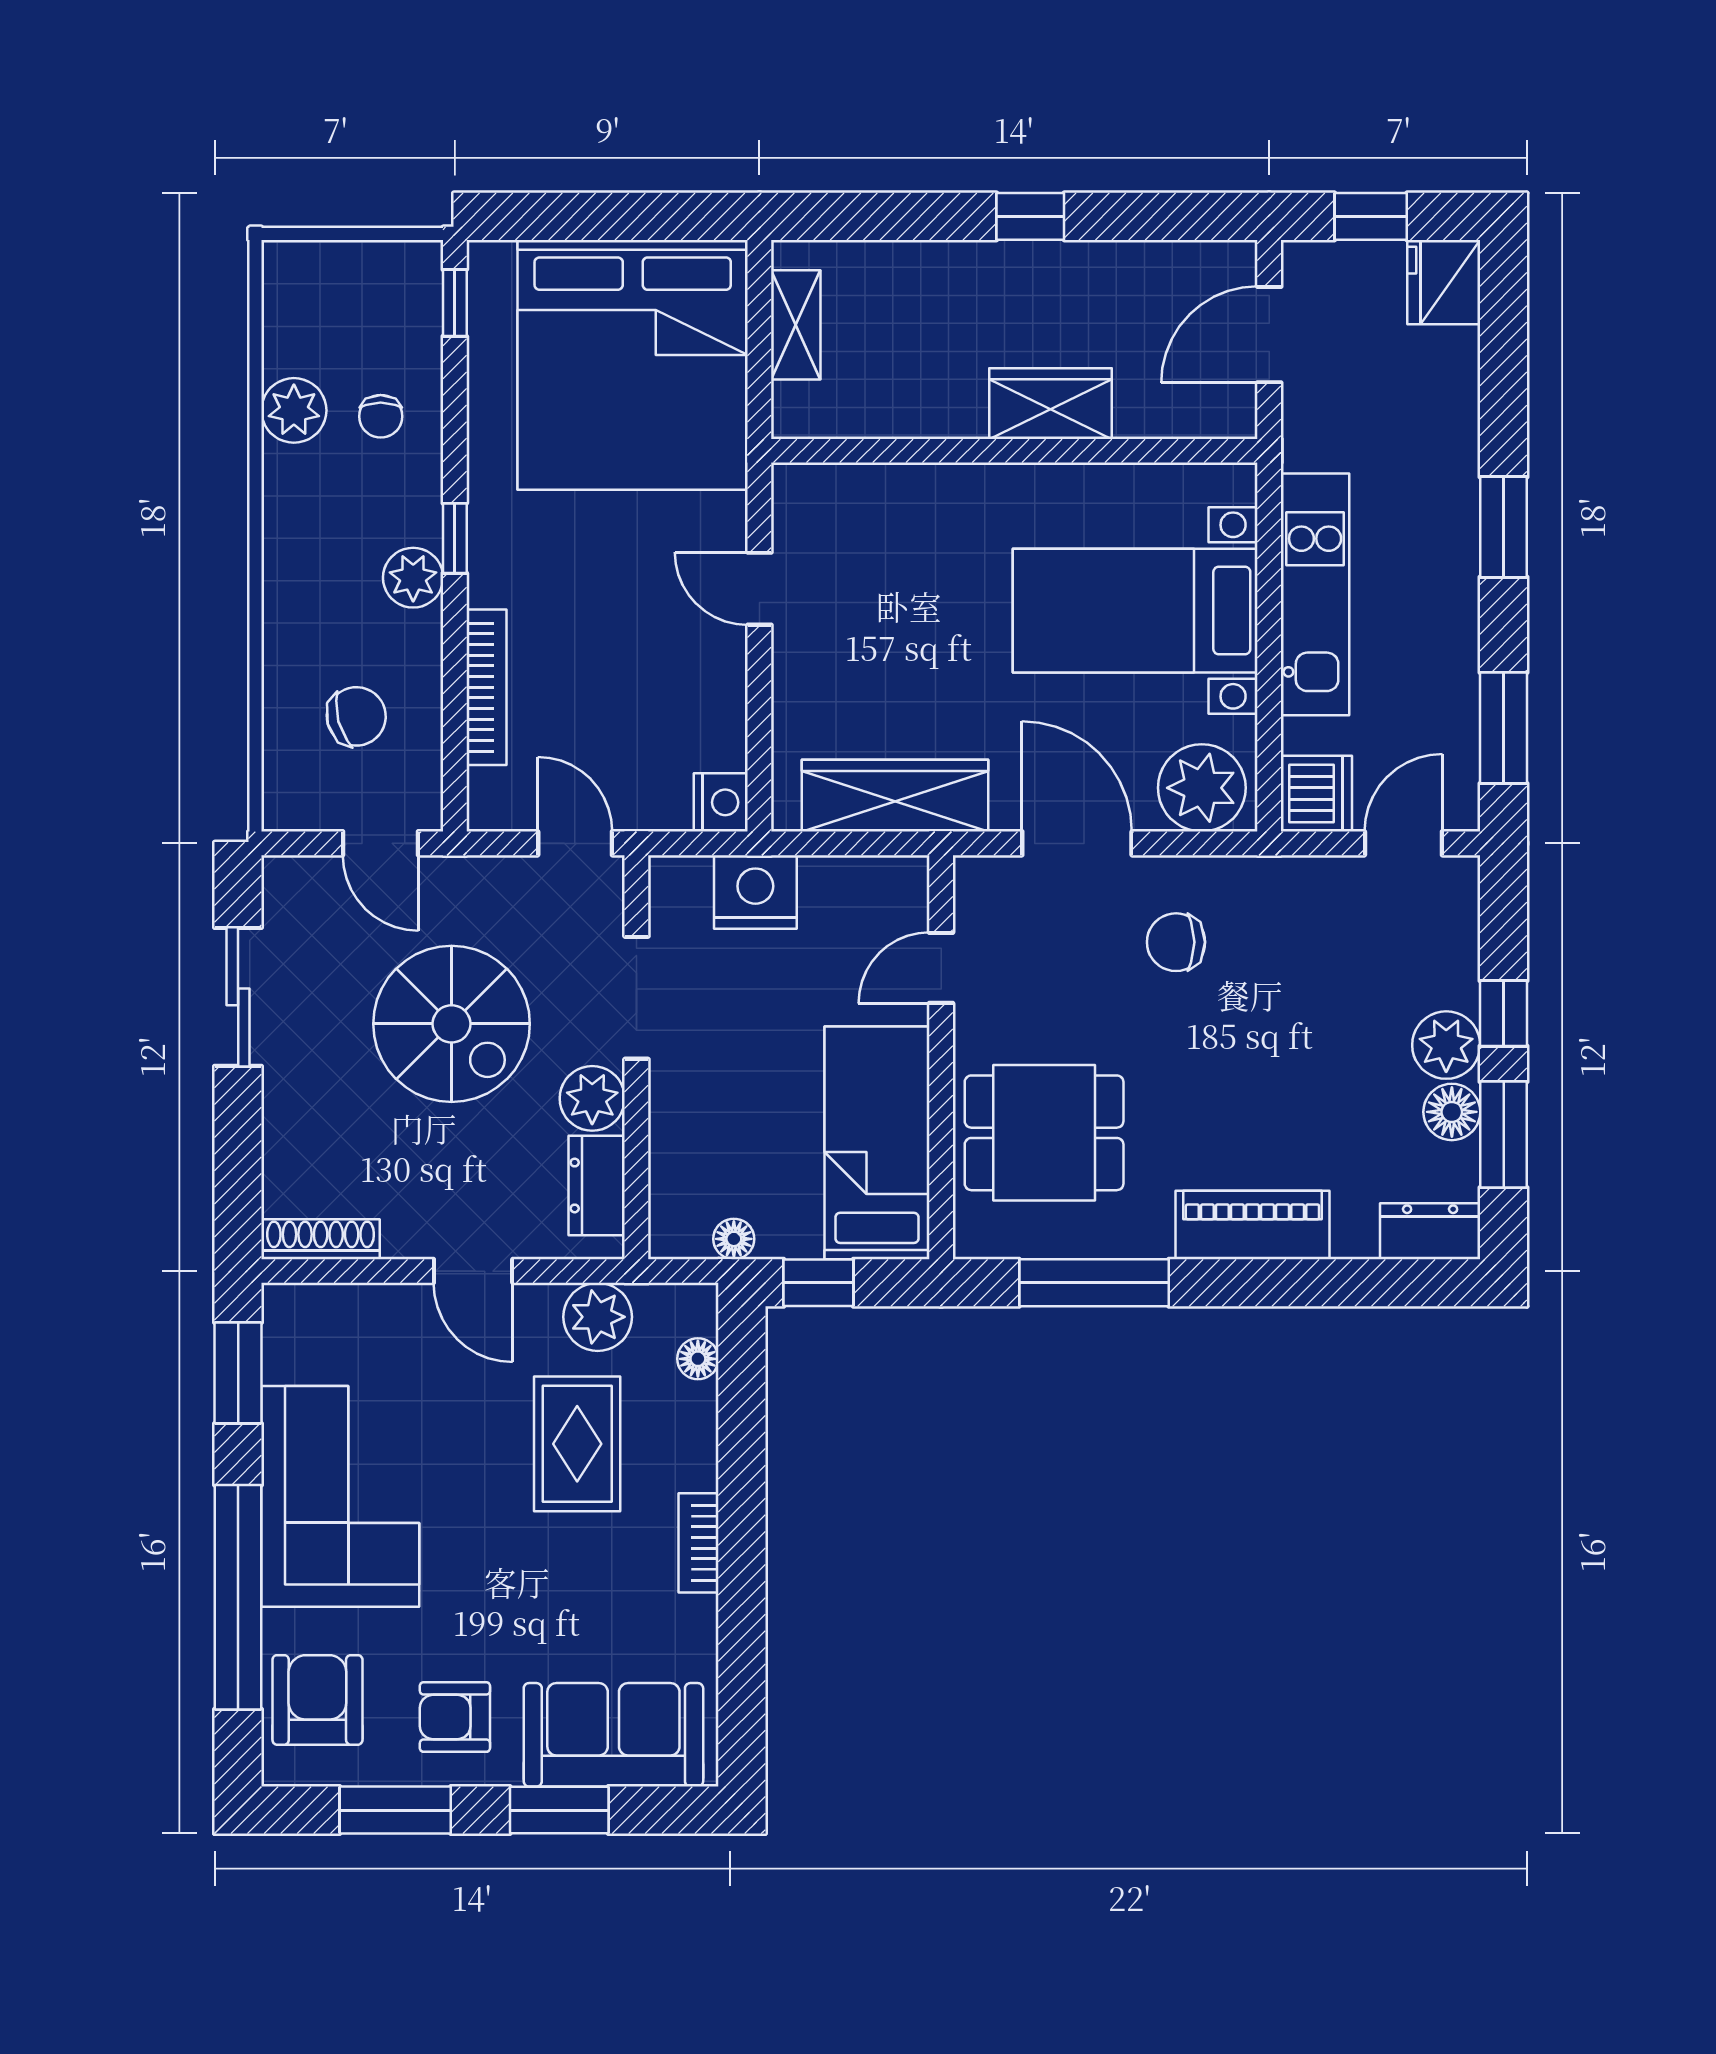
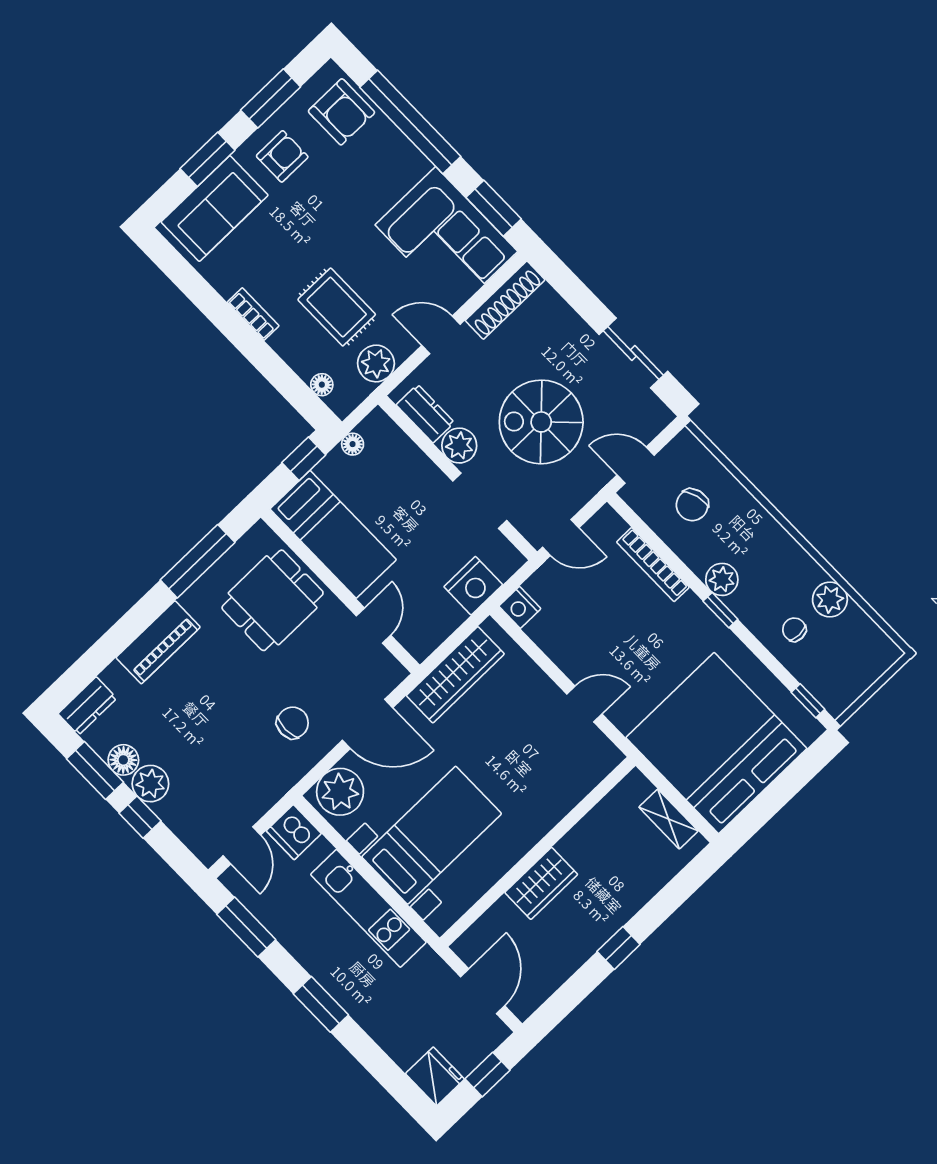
shoe rack: (321, 1239) -> (505, 300), width x1.36, depth x1.24
corner sofa: (340, 1496) -> (446, 238), moved

